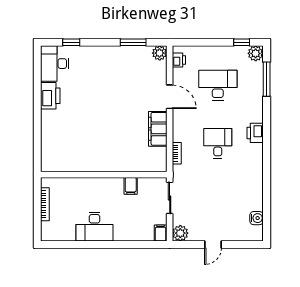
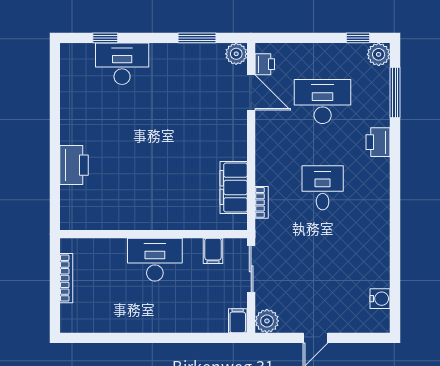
desk: (55, 64) -> (122, 64), moved, turned 90
printer: (50, 96) -> (74, 165), moved
door: (170, 97) -> (251, 93), moved
filing cabinet: (158, 129) -> (234, 188), moved
printer: (255, 133) -> (378, 142), moved
filing cabinet: (131, 186) -> (213, 251), moved
desk: (95, 227) -> (155, 260), moved, turned 180

